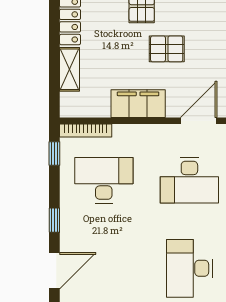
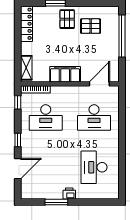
pallet: (167, 49) -> (91, 26), moved
shelving: (69, 69) -> (26, 68), moved
desk: (104, 180) -> (46, 118), turned 180

